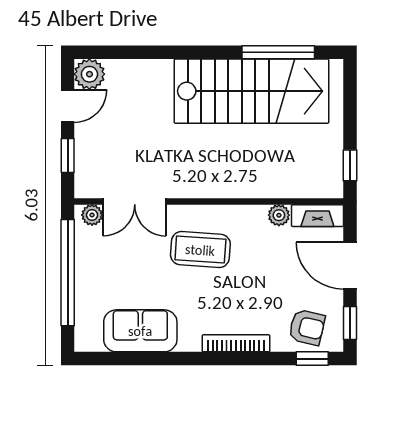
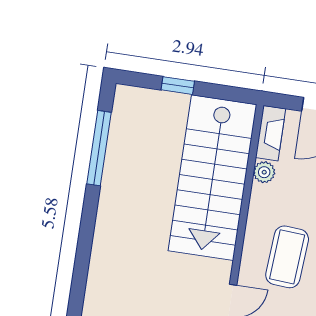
stairs: (252, 91) -> (212, 178), moved, turned 180
window: (350, 165) -> (178, 86), moved

